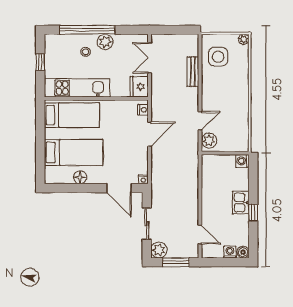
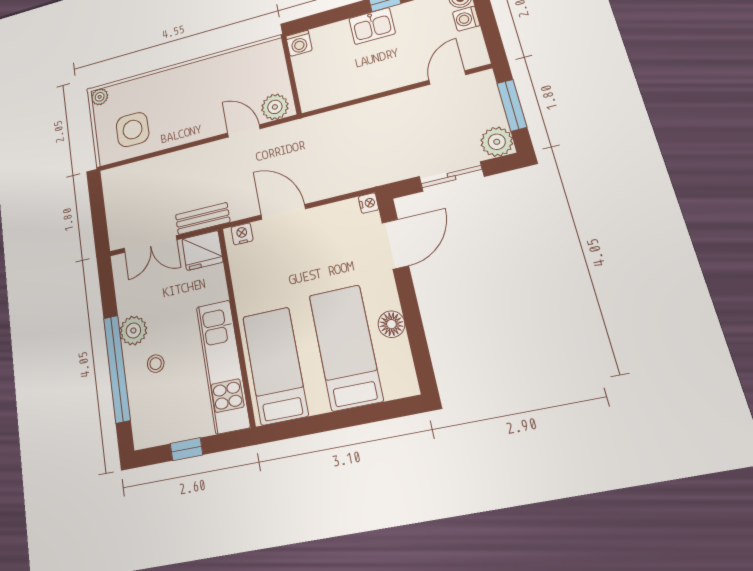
bench: (193, 72) -> (203, 218), moved

